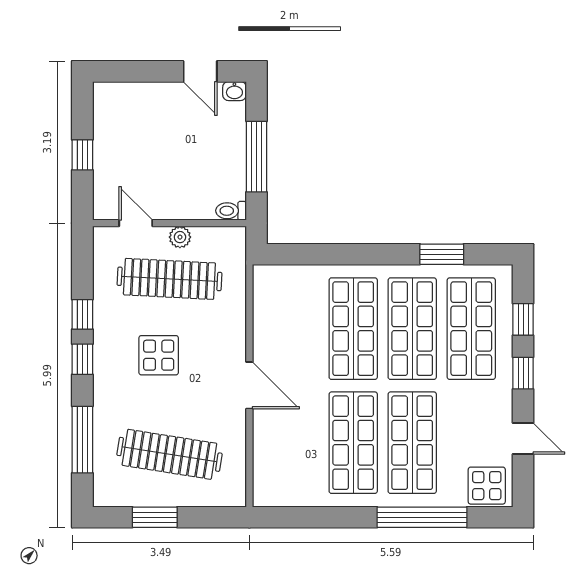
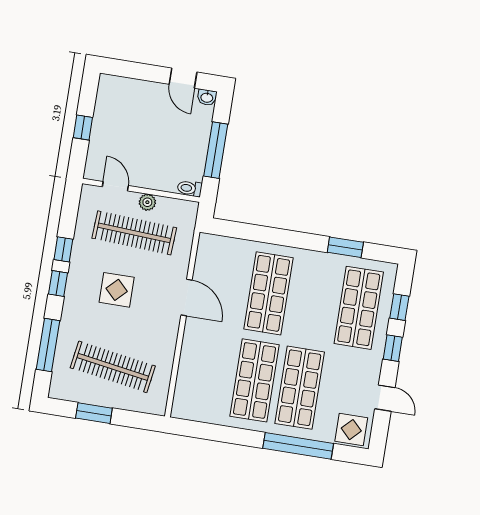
shop shelf: (412, 329) -> (314, 301), removed
door: (249, 385) -> (187, 298), moved

